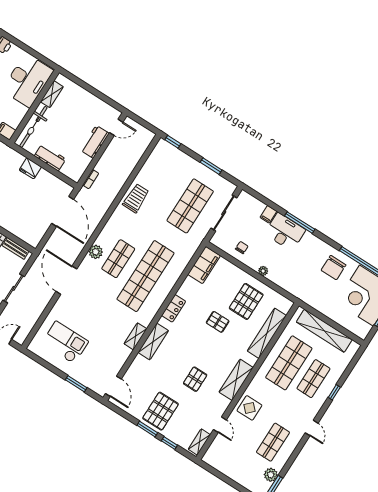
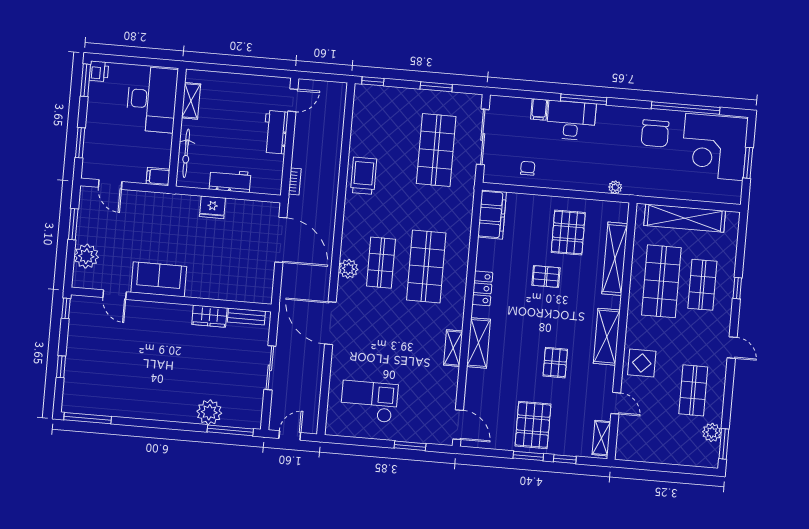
bicycle: (33, 127) -> (186, 153), width x0.73, depth x0.71
plant: (263, 271) -> (615, 187), moved
shop shelf: (145, 276) -> (426, 266), width x0.71

